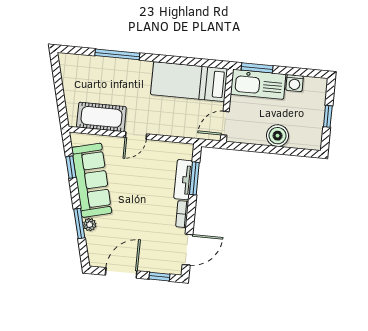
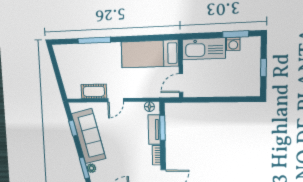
window: (257, 68) -> (236, 34), moved
cot: (101, 117) -> (94, 91), width x0.73, depth x0.75
boiler: (278, 136) -> (223, 88), removed
floor lamp: (180, 149) -> (149, 107), added

